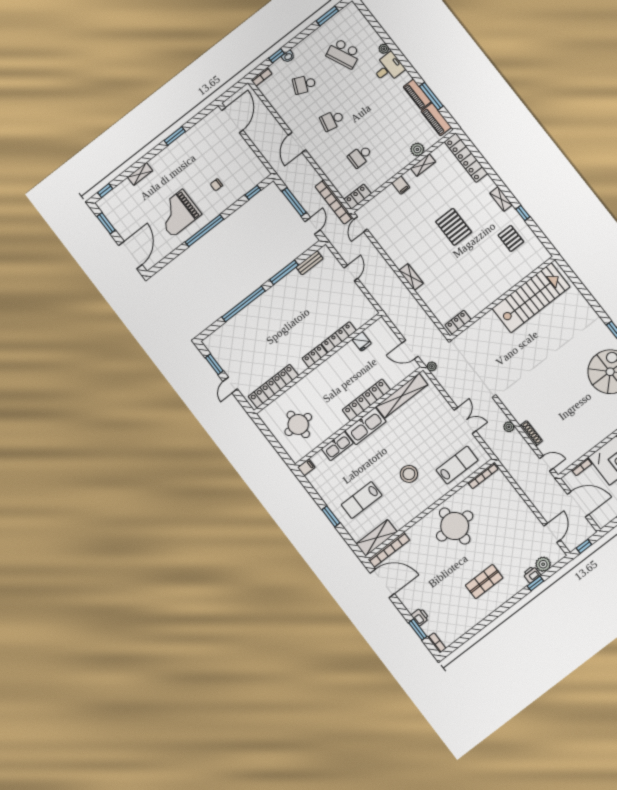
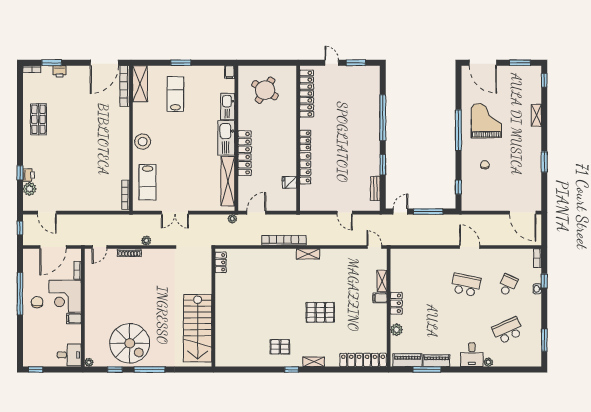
school desk: (332, 120) -> (466, 285), width x1.85
school desk: (360, 156) -> (424, 285), removed
shelving: (423, 165) -> (382, 281), moved
locker: (358, 197) -> (396, 303), moved
bookcase: (334, 202) -> (284, 240), moved
door: (313, 226) -> (400, 212), swing flipped
window: (284, 272) -> (383, 165), width x0.69
wall: (502, 298) -> (213, 308), moved
stairs: (531, 298) -> (198, 328), moved
locker: (458, 322) -> (221, 262), moved
round table: (298, 424) -> (265, 90), turned 32
stool: (409, 474) -> (143, 142), moved
round table: (455, 526) -> (105, 147), removed
shop shelf: (484, 582) -> (38, 119), moved

